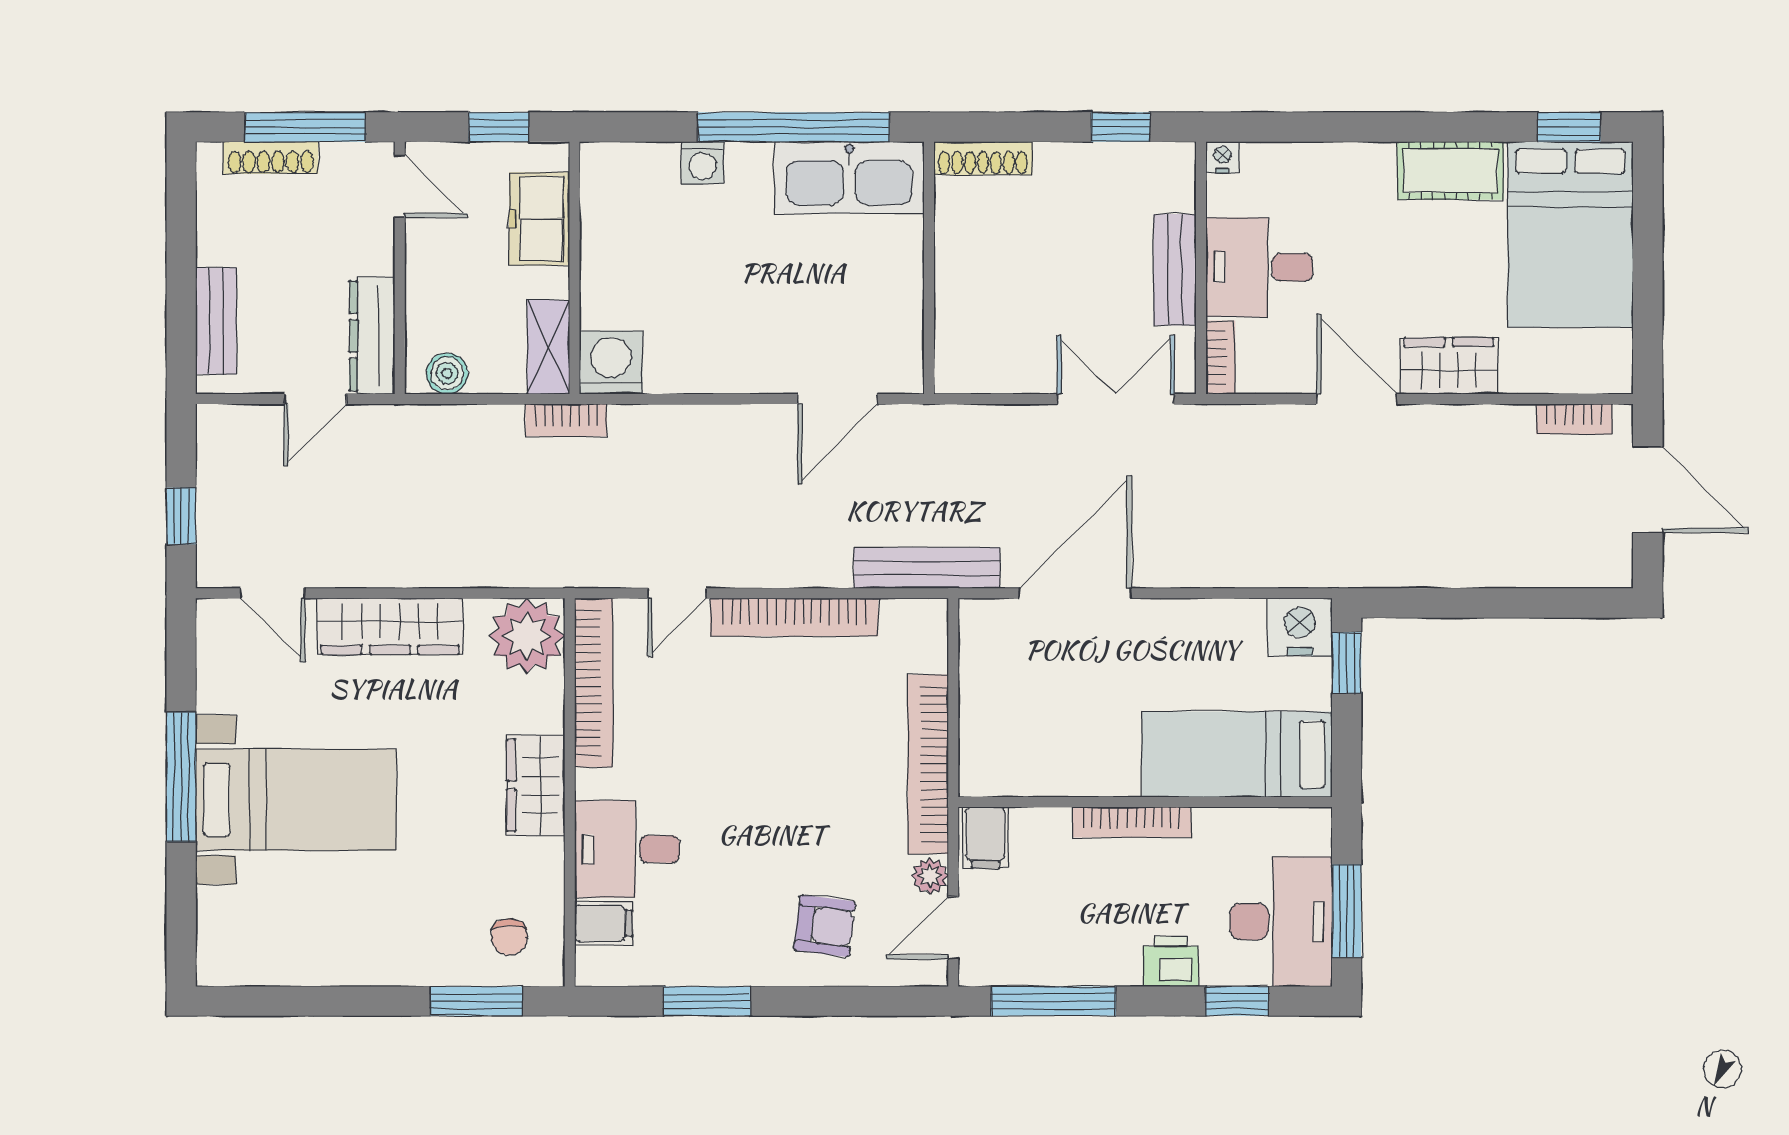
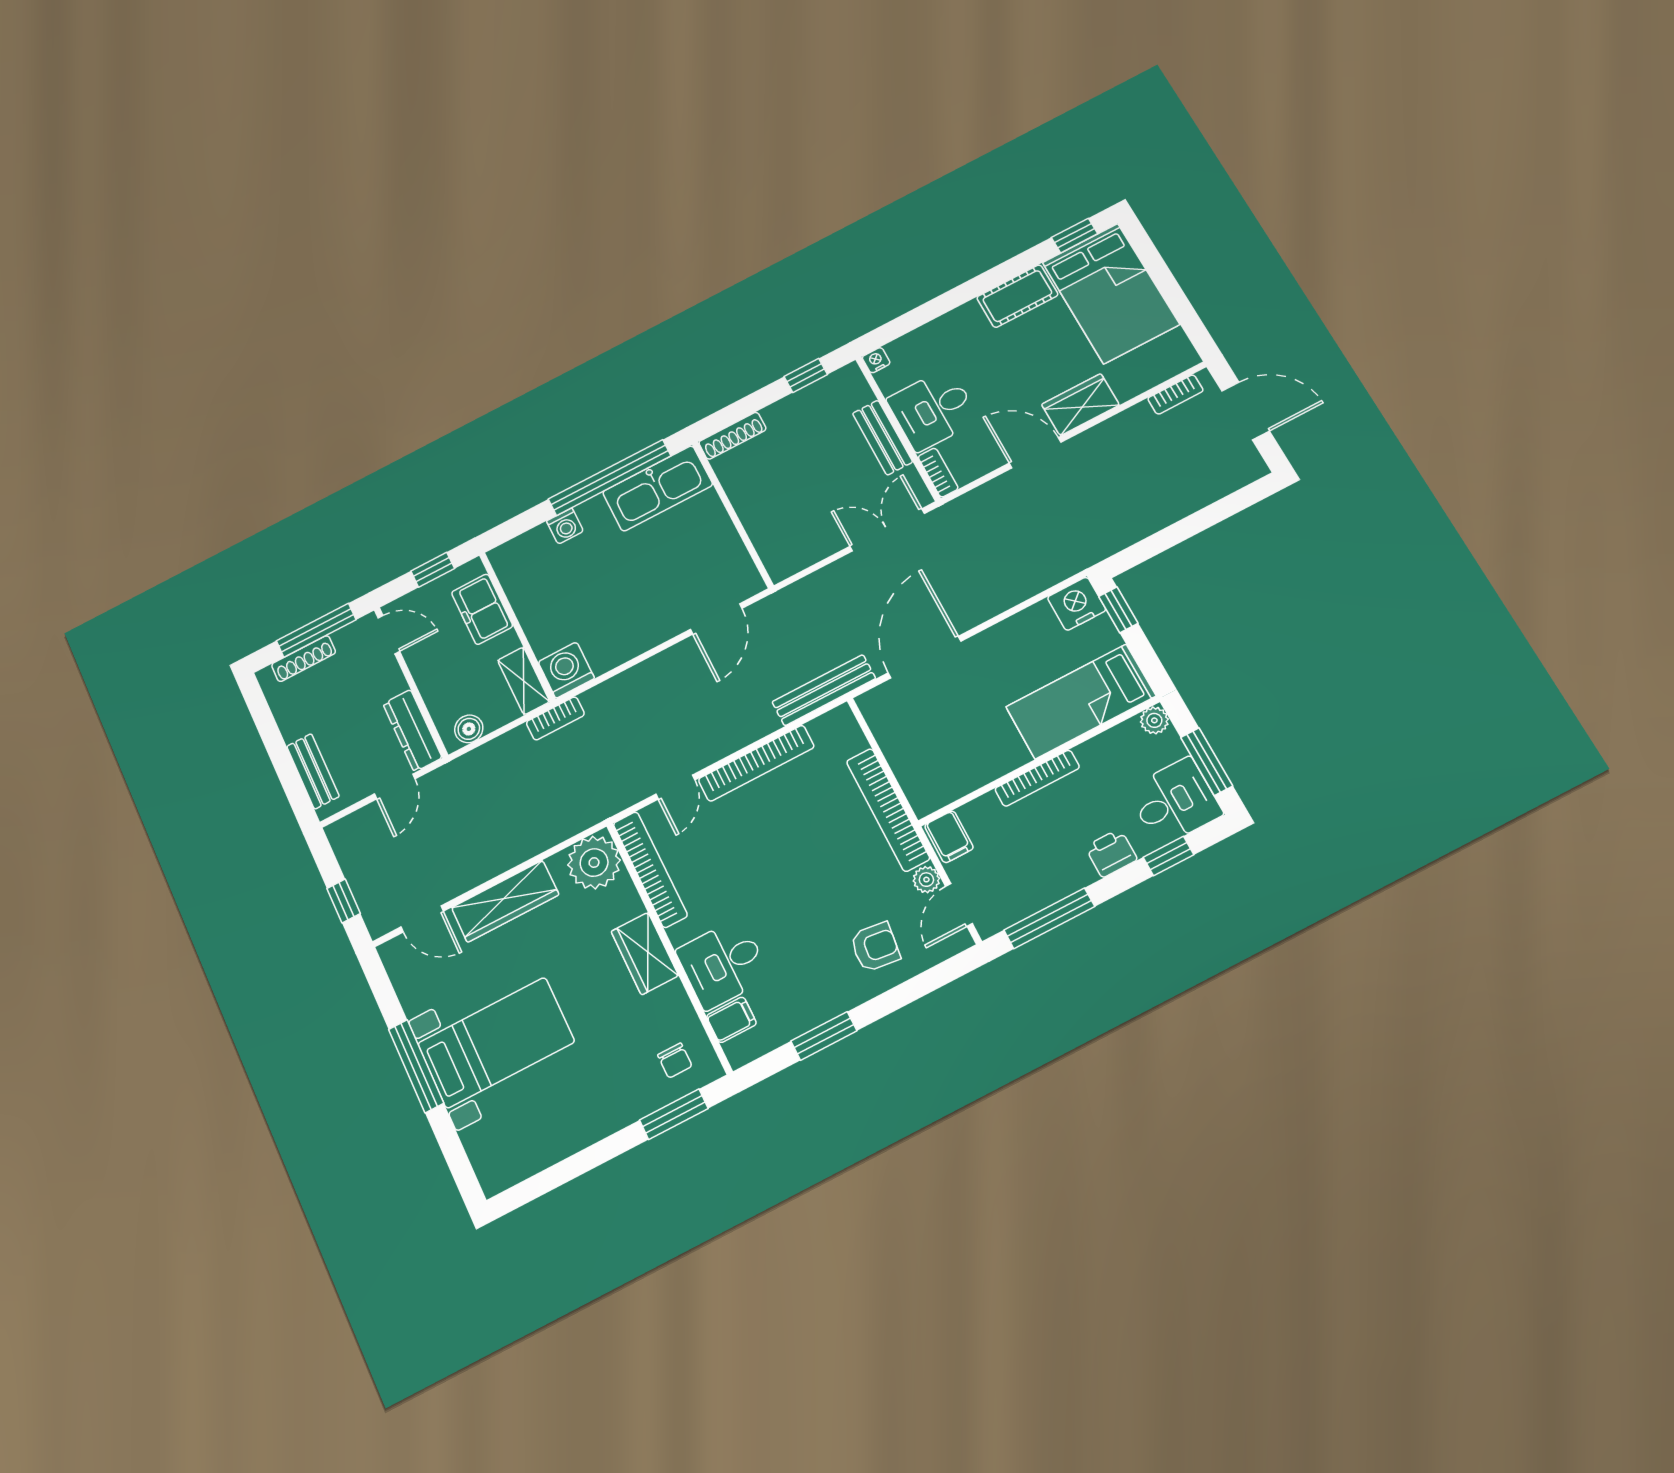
plant: (1313, 826) -> (1154, 720), added
desk: (1281, 922) -> (1175, 802), width x0.73

